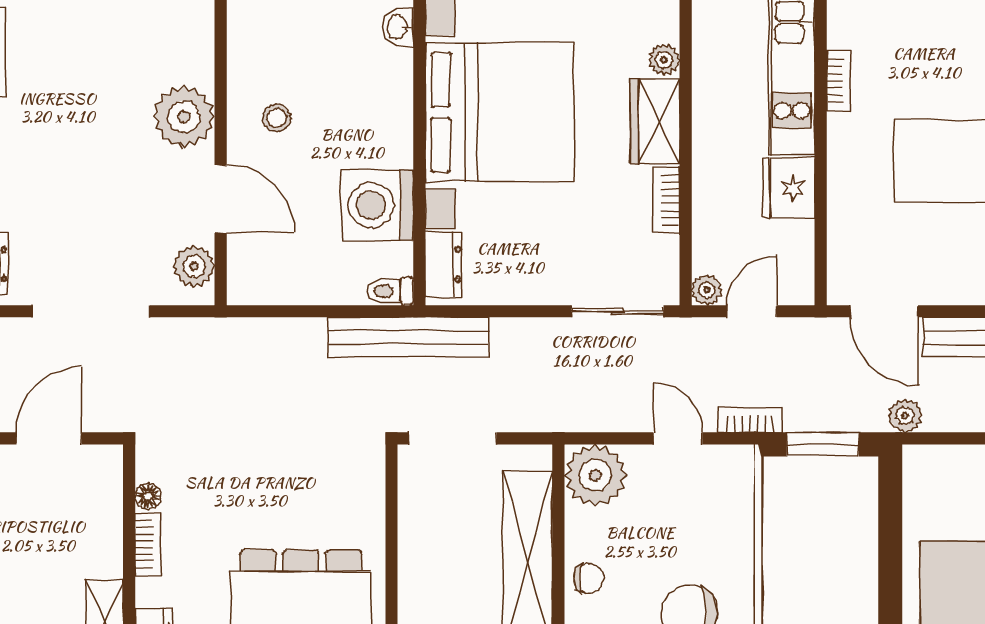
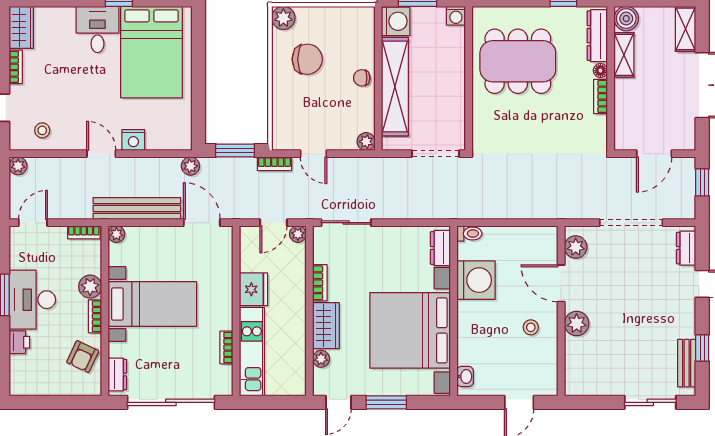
plant: (184, 117) -> (577, 323), width x0.73, depth x0.73
bench: (408, 337) -> (460, 209), removed
plant: (595, 475) -> (366, 142), width x0.53, depth x0.53
floor lamp: (148, 496) -> (600, 71), moved

